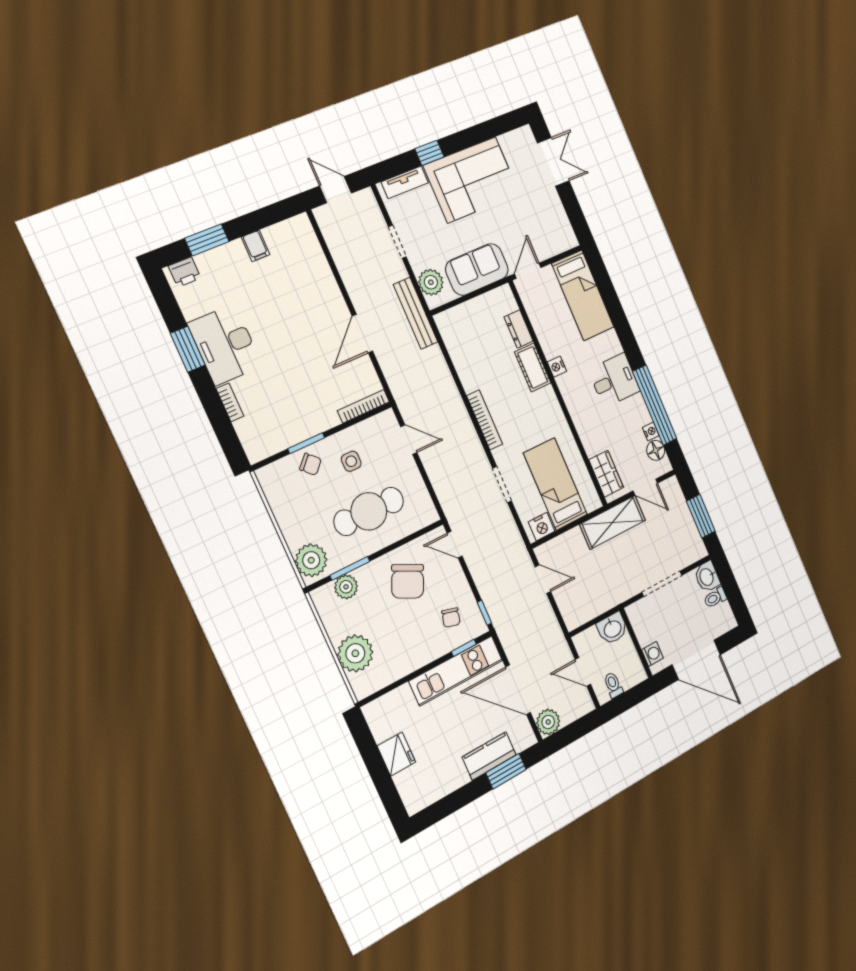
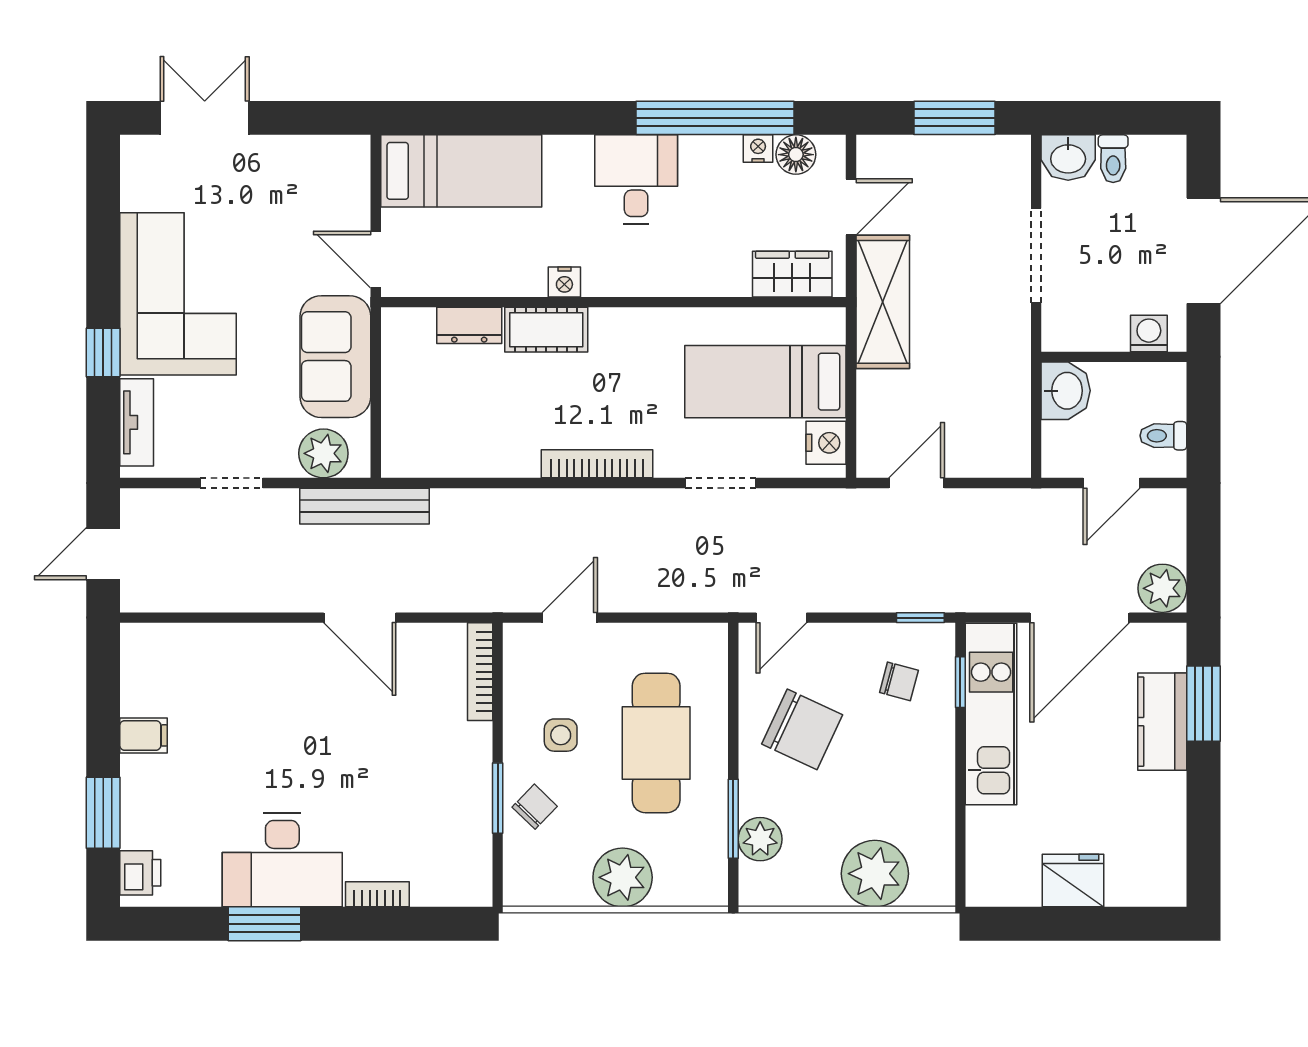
plant: (311, 560) -> (623, 877), moved

